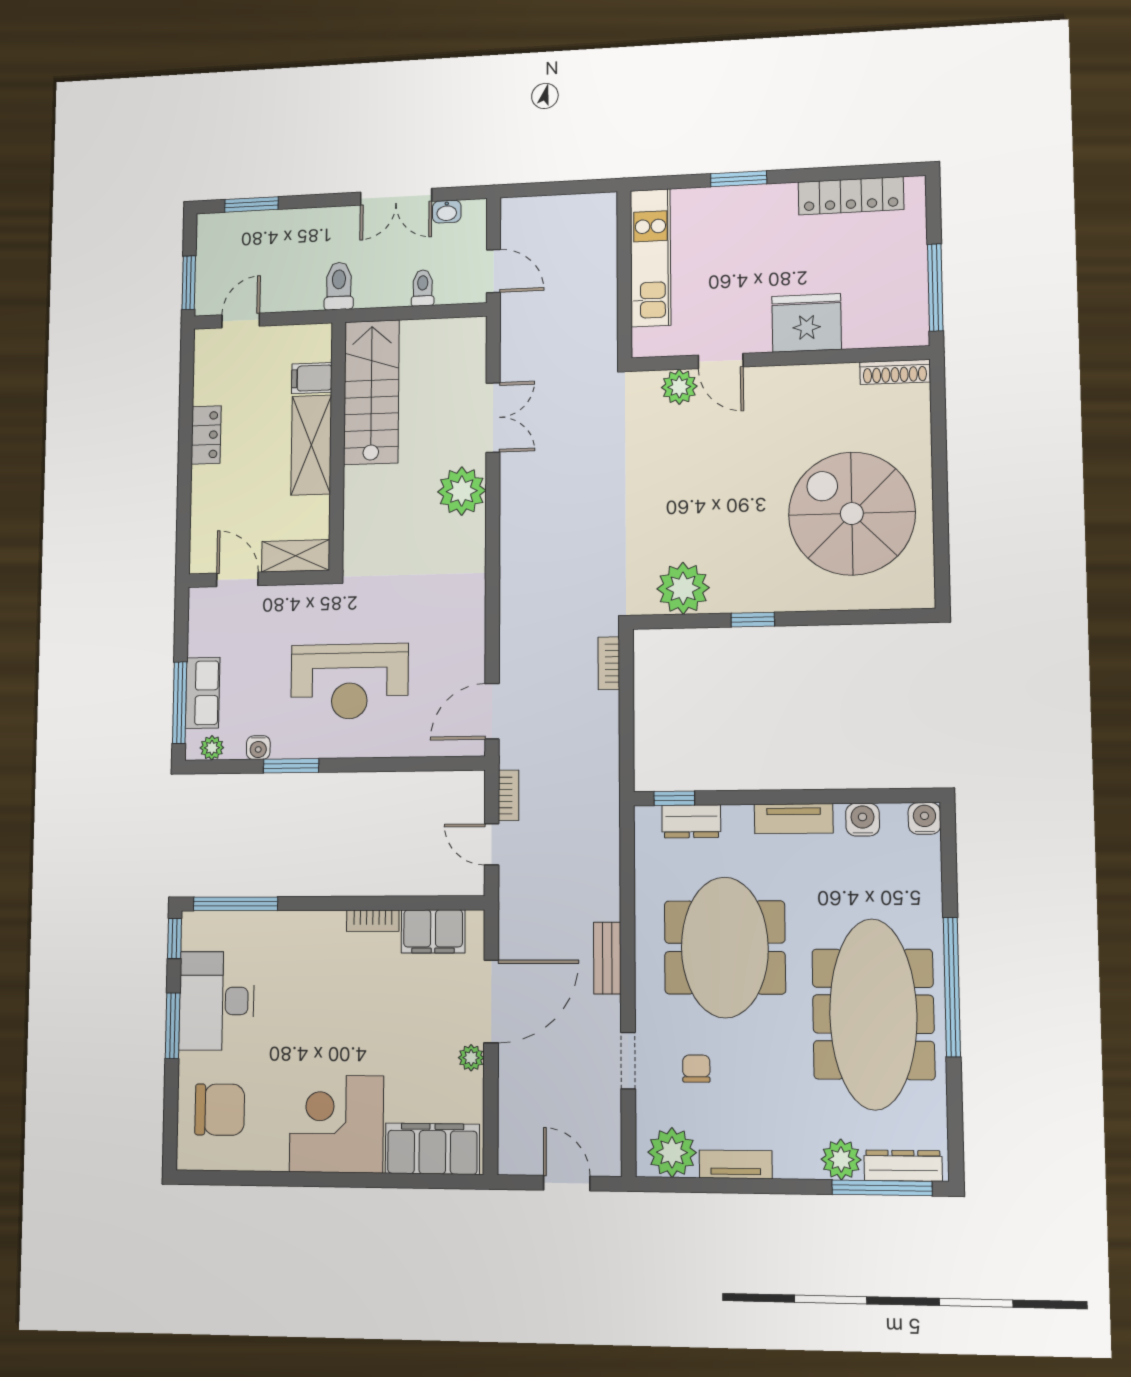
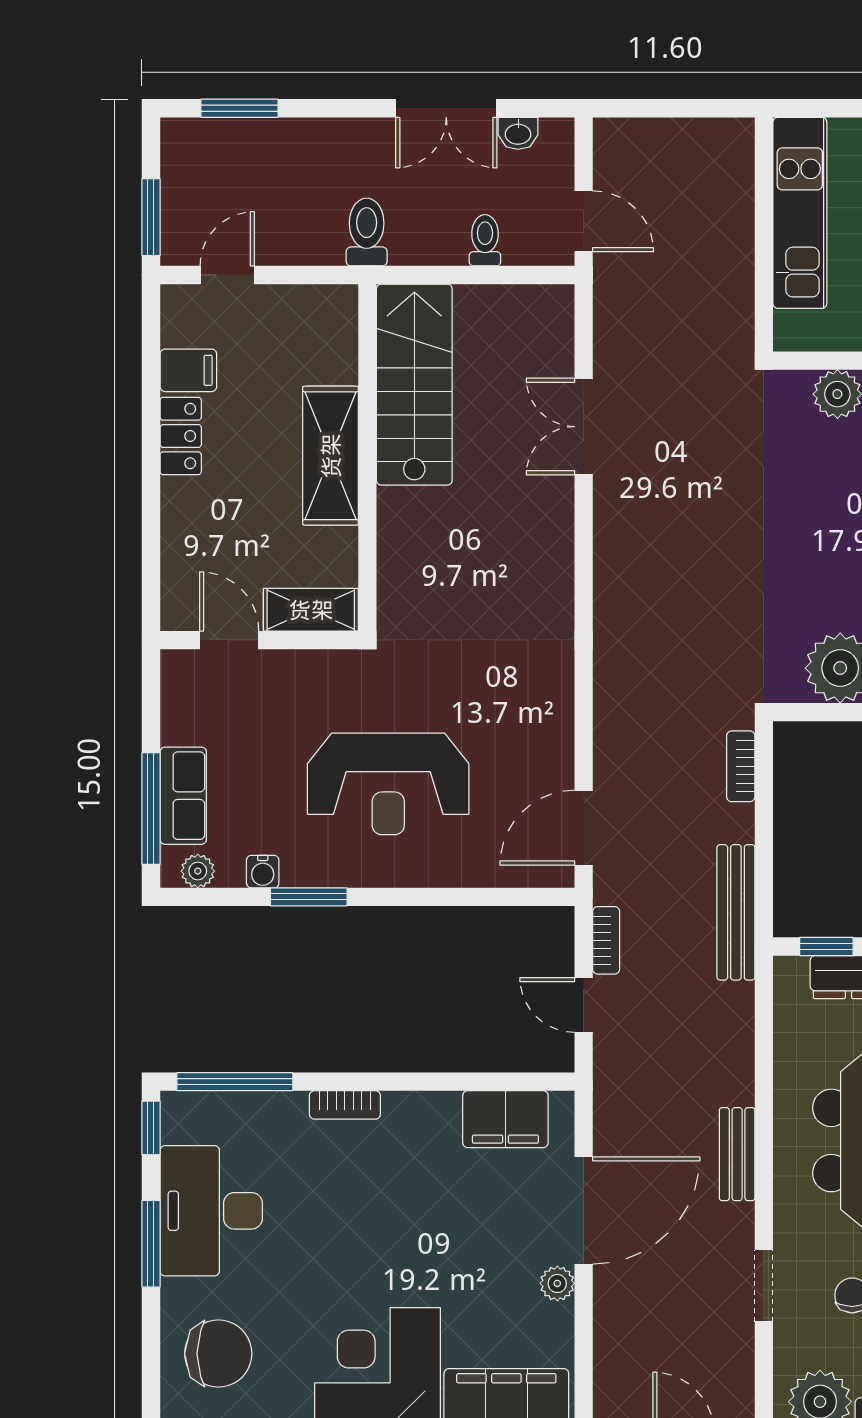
filing cabinet: (312, 378) -> (188, 370), moved, turned 180
double door: (493, 417) -> (584, 427), swing flipped
plant: (462, 491) -> (541, 527), removed
bench: (606, 773) -> (736, 912), added
bookcase: (373, 921) -> (345, 1105), moved

